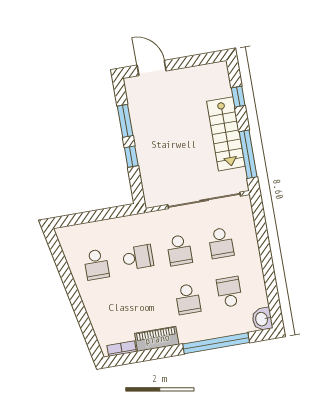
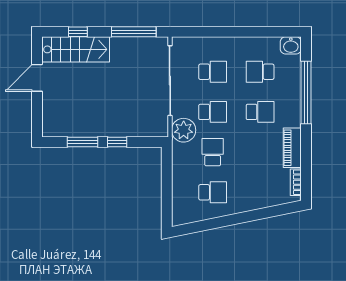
door: (152, 68) -> (37, 78), moved
stairs: (226, 134) -> (76, 49), moved
plant: (155, 223) -> (184, 130), added

